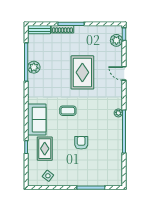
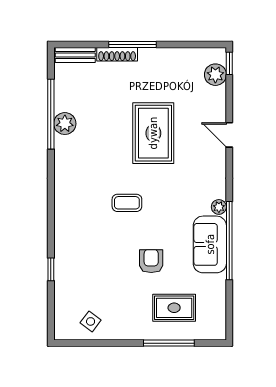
sofa: (37, 120) -> (210, 244), moved, turned 180
rug: (45, 149) -> (174, 308), moved, turned 90

